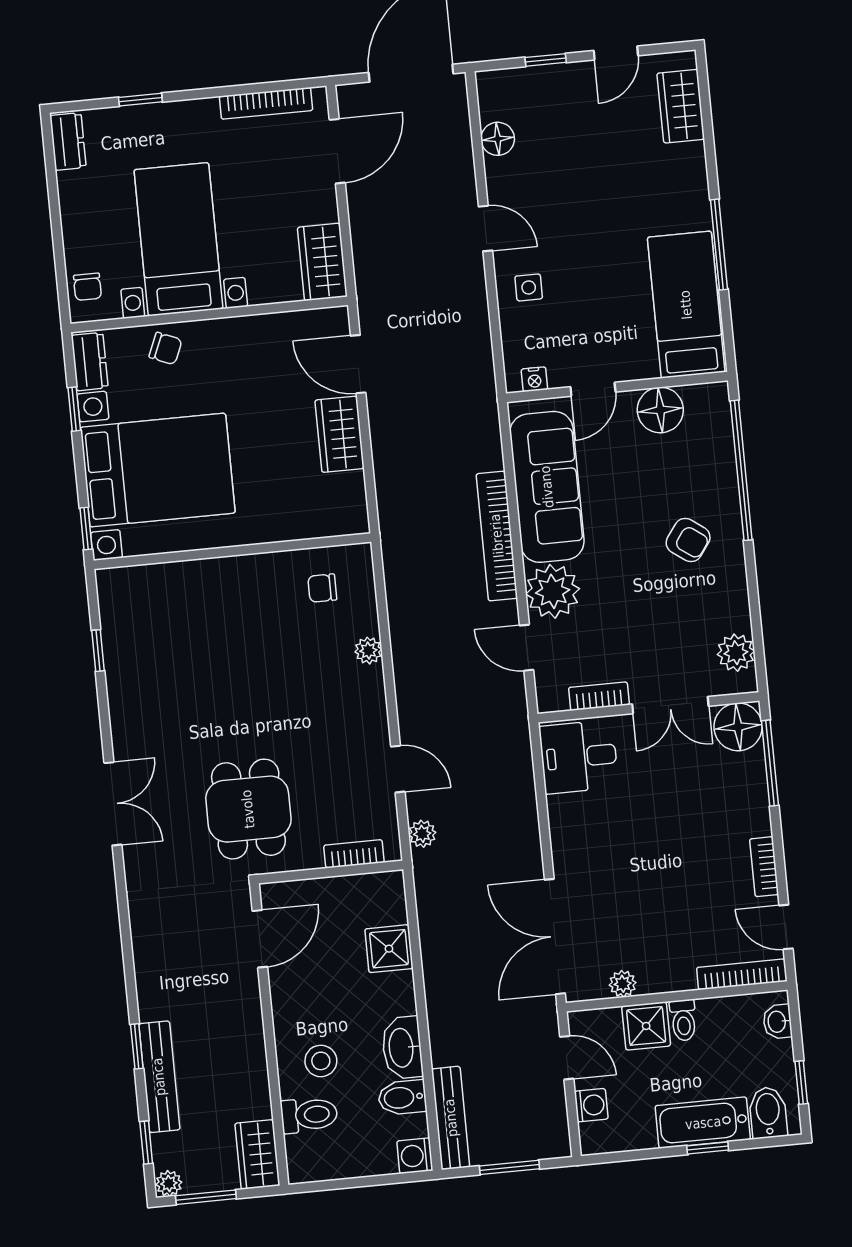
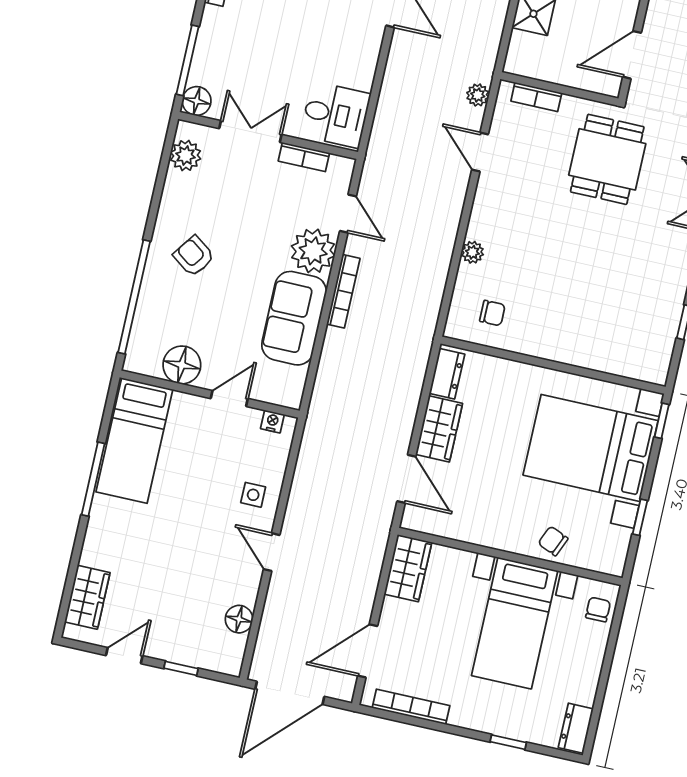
dresser: (90, 361) -> (447, 374), moved, turned 180
sofa: (547, 487) -> (294, 318), width x0.73
bookcase: (497, 536) -> (343, 291), width x0.68, depth x0.76
floor lamp: (738, 727) -> (197, 101), width x0.73, depth x0.73

